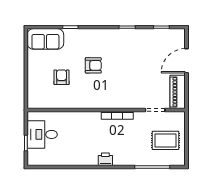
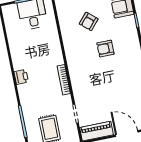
armchair: (93, 65) -> (105, 49), turned 90
armchair: (62, 77) -> (89, 21), turned 131

